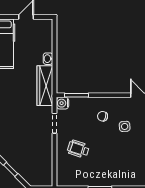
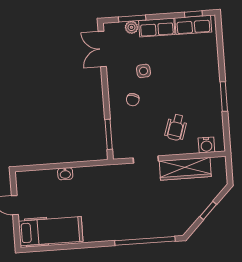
wardrobe: (45, 86) -> (185, 169), moved
water cooler: (63, 103) -> (206, 145), moved

